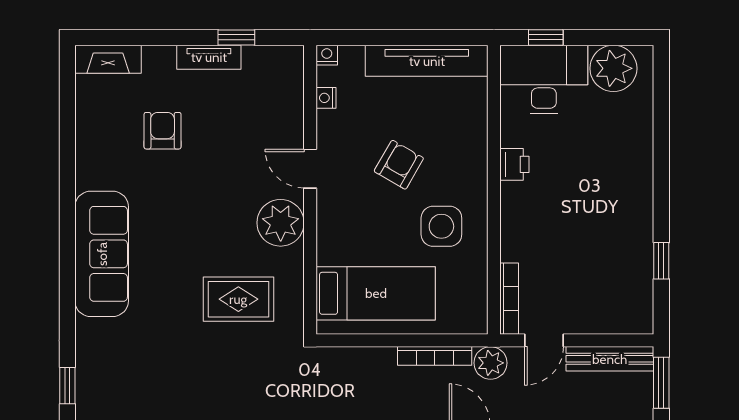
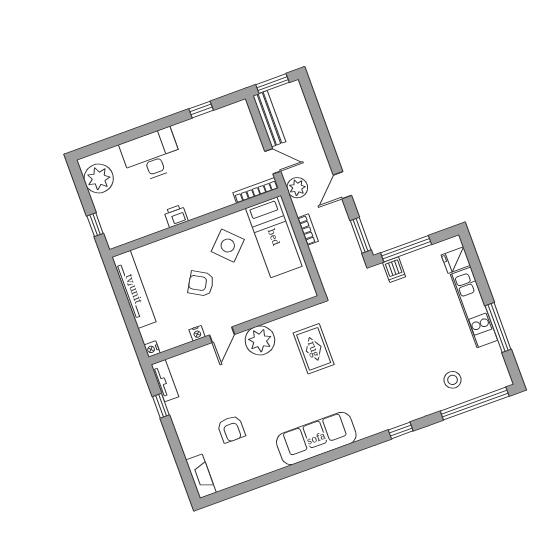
tv unit: (209, 57) -> (165, 381), moved
desk: (544, 79) -> (151, 155), moved, turned 90
nightstand: (326, 98) -> (197, 333), moved
armchair: (163, 131) -> (231, 429), turned -90
side table: (441, 226) -> (228, 246), turned 45
bed: (376, 293) -> (274, 237), moved, turned 180
bookcase: (435, 356) -> (308, 230), width x0.64

